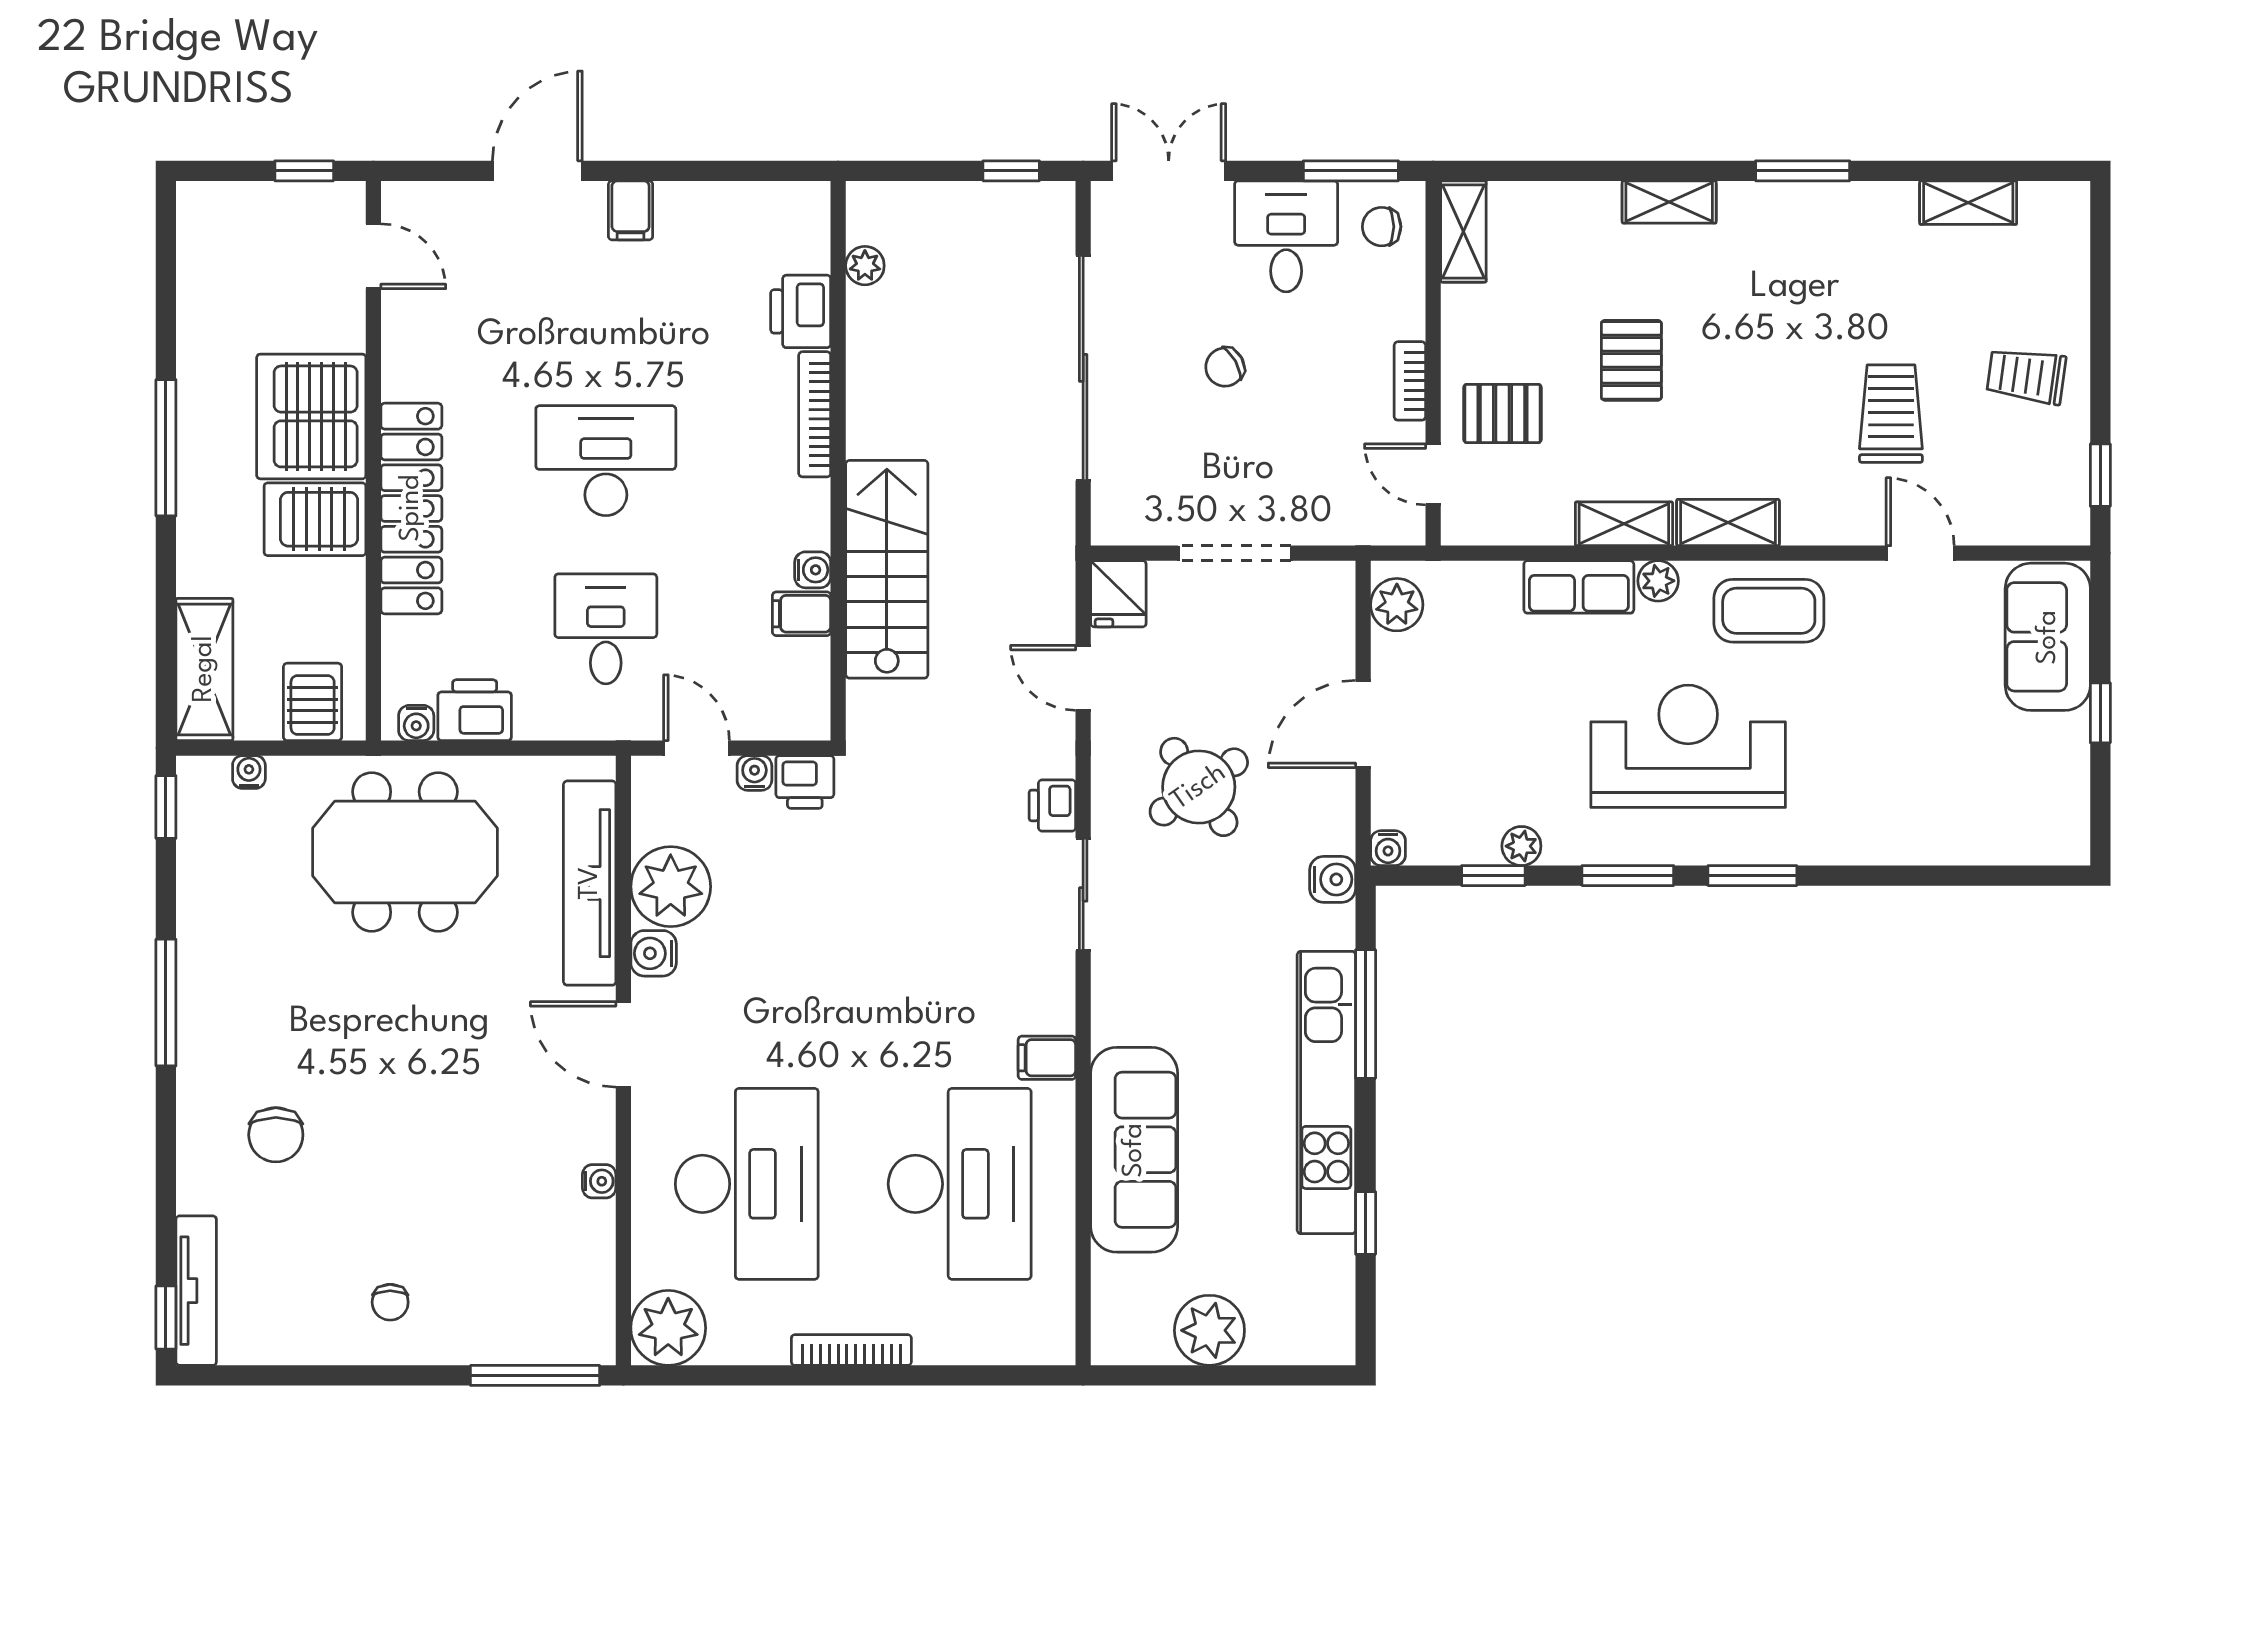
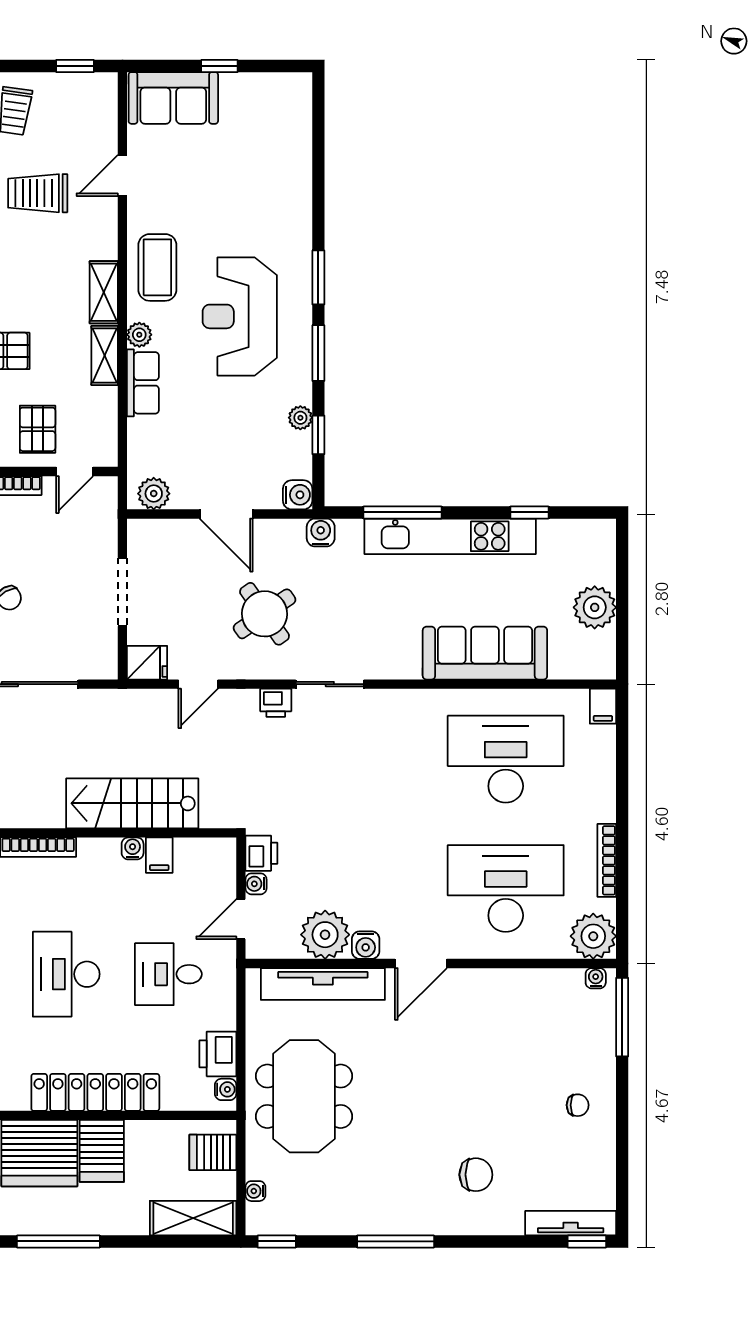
water cooler: (1388, 848) -> (298, 495), width x1.38, depth x1.38
filing cabinet: (1047, 1058) -> (603, 706), moved
water cooler: (599, 1181) -> (596, 978), moved
bookcase: (851, 1350) -> (607, 860), moved

